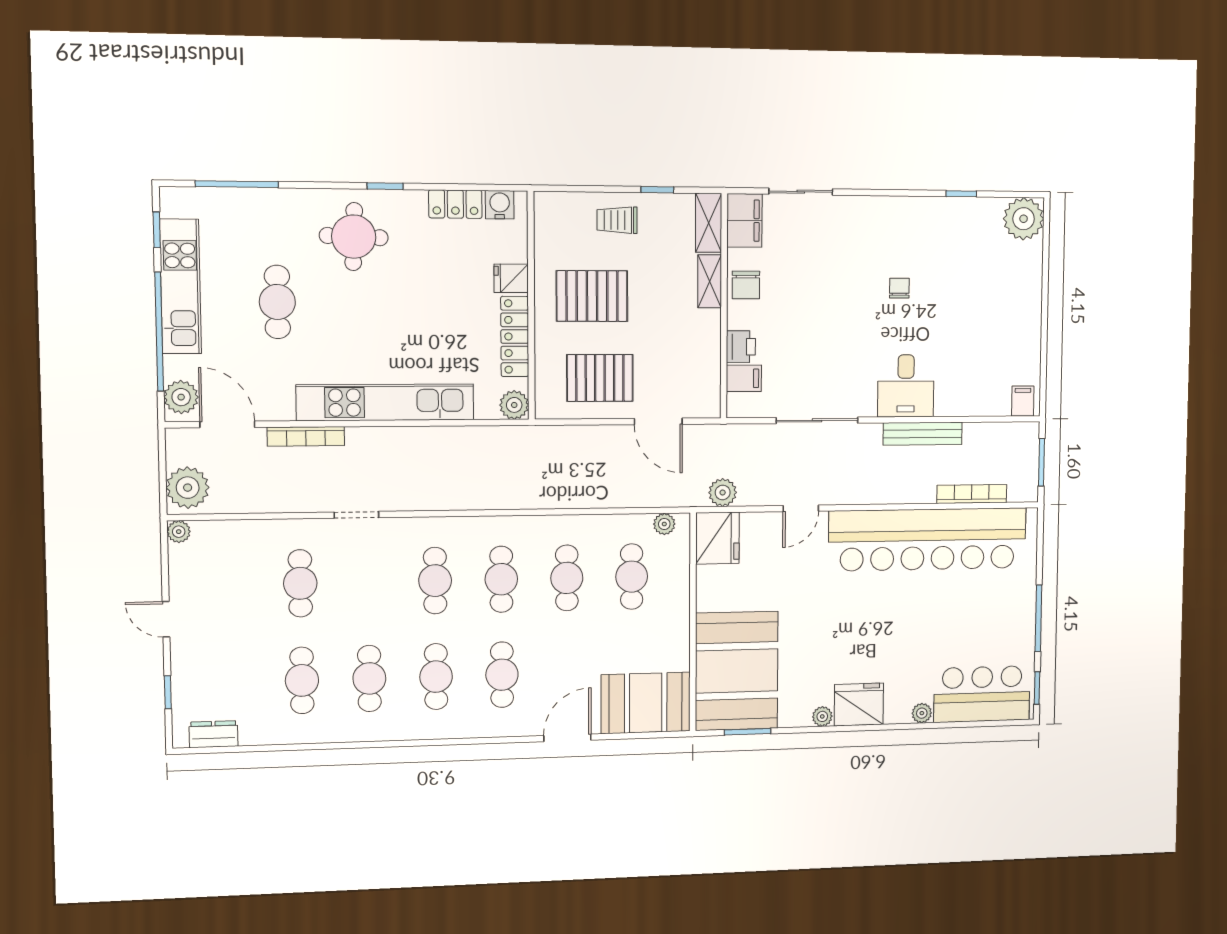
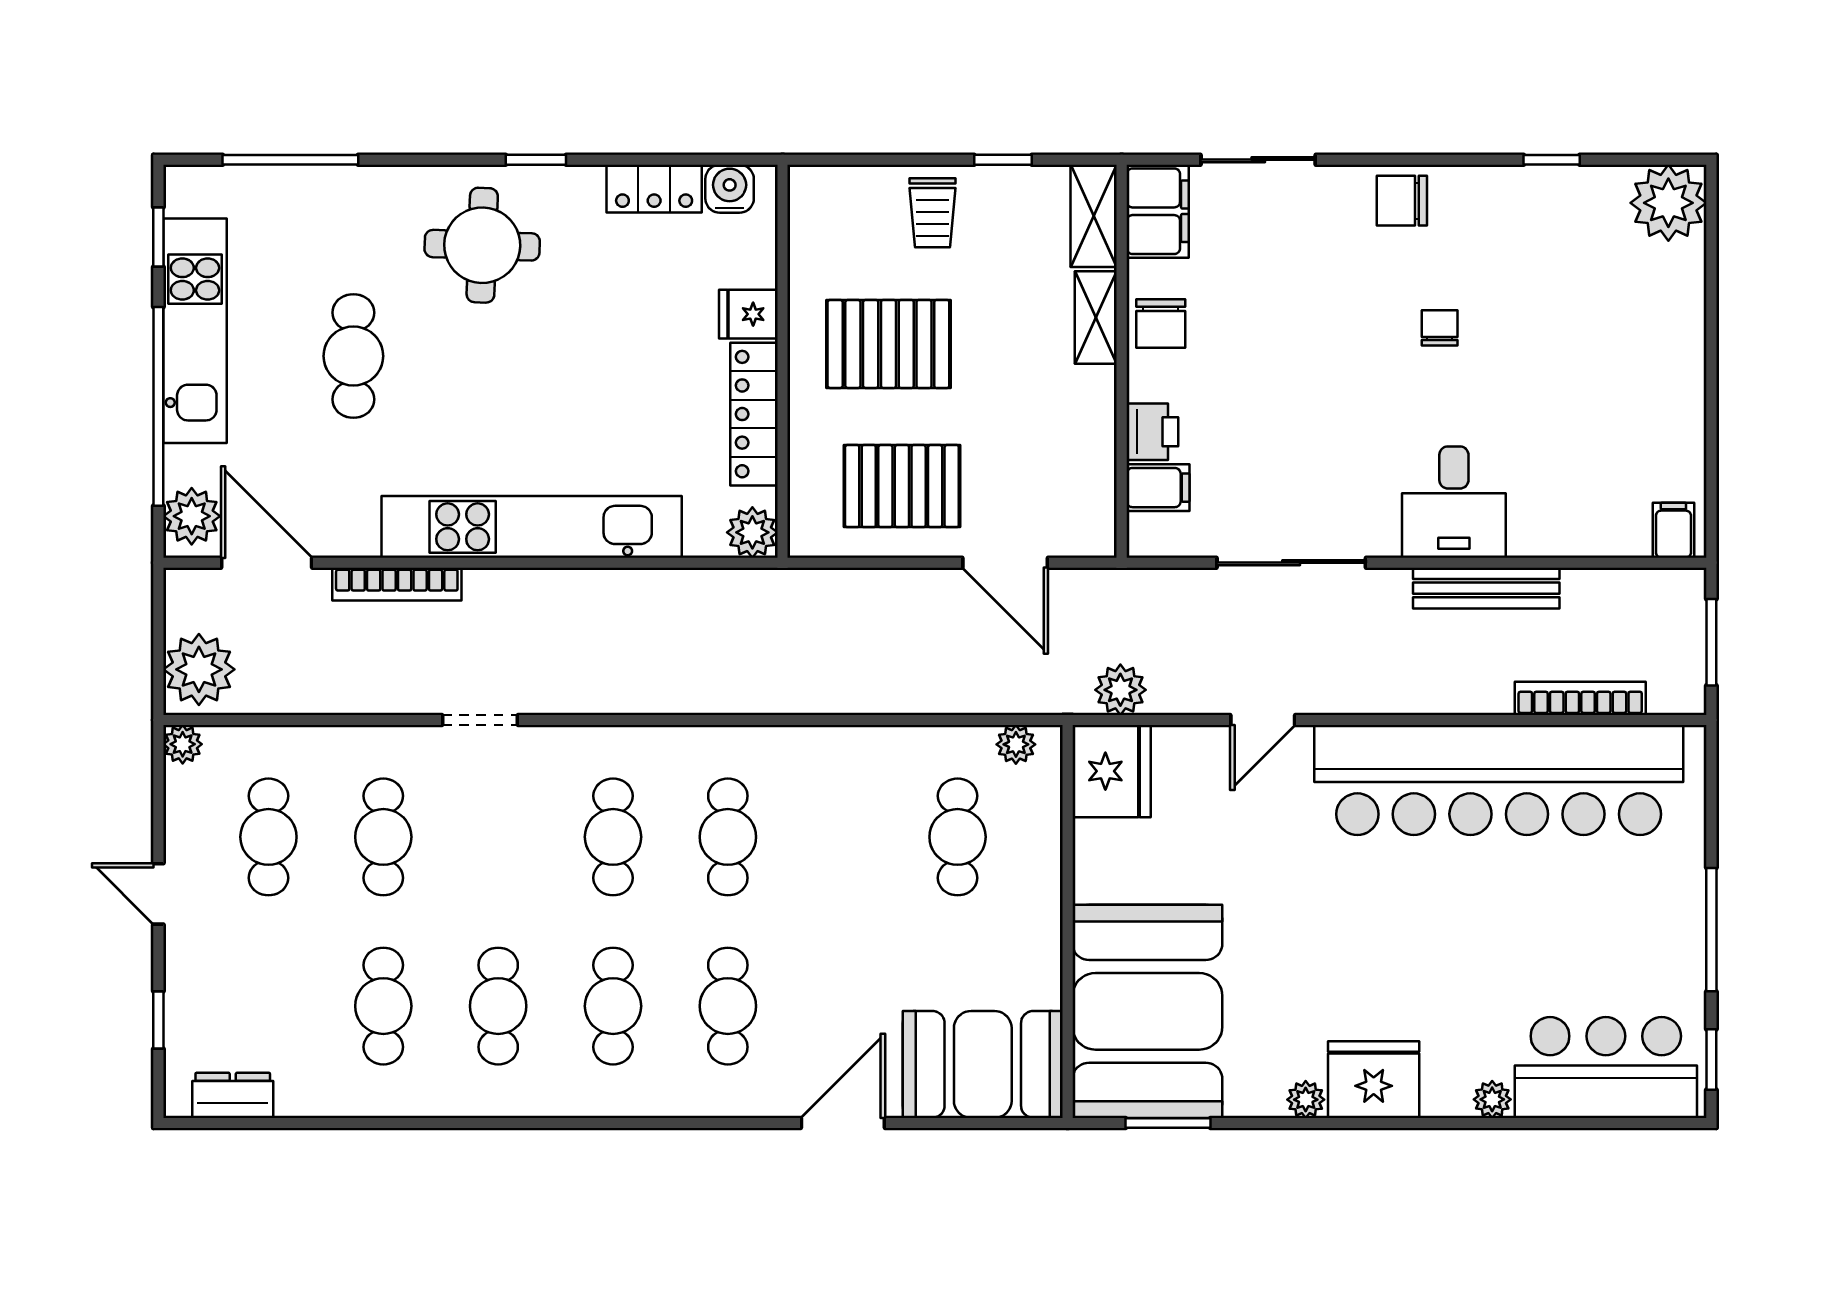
chair: (880, 216) -> (1402, 201), added
trolley: (617, 220) -> (933, 213), turned -90
cafe table: (567, 578) -> (268, 837), moved

